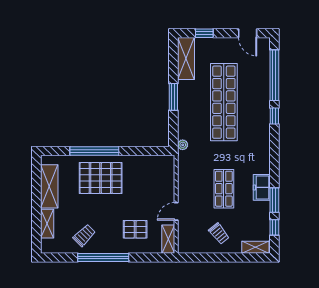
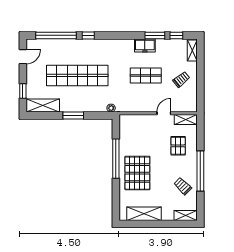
window: (94, 151) -> (116, 159), moved
door: (176, 211) -> (164, 113), swing flipped
shelving: (47, 224) -> (186, 215), moved

